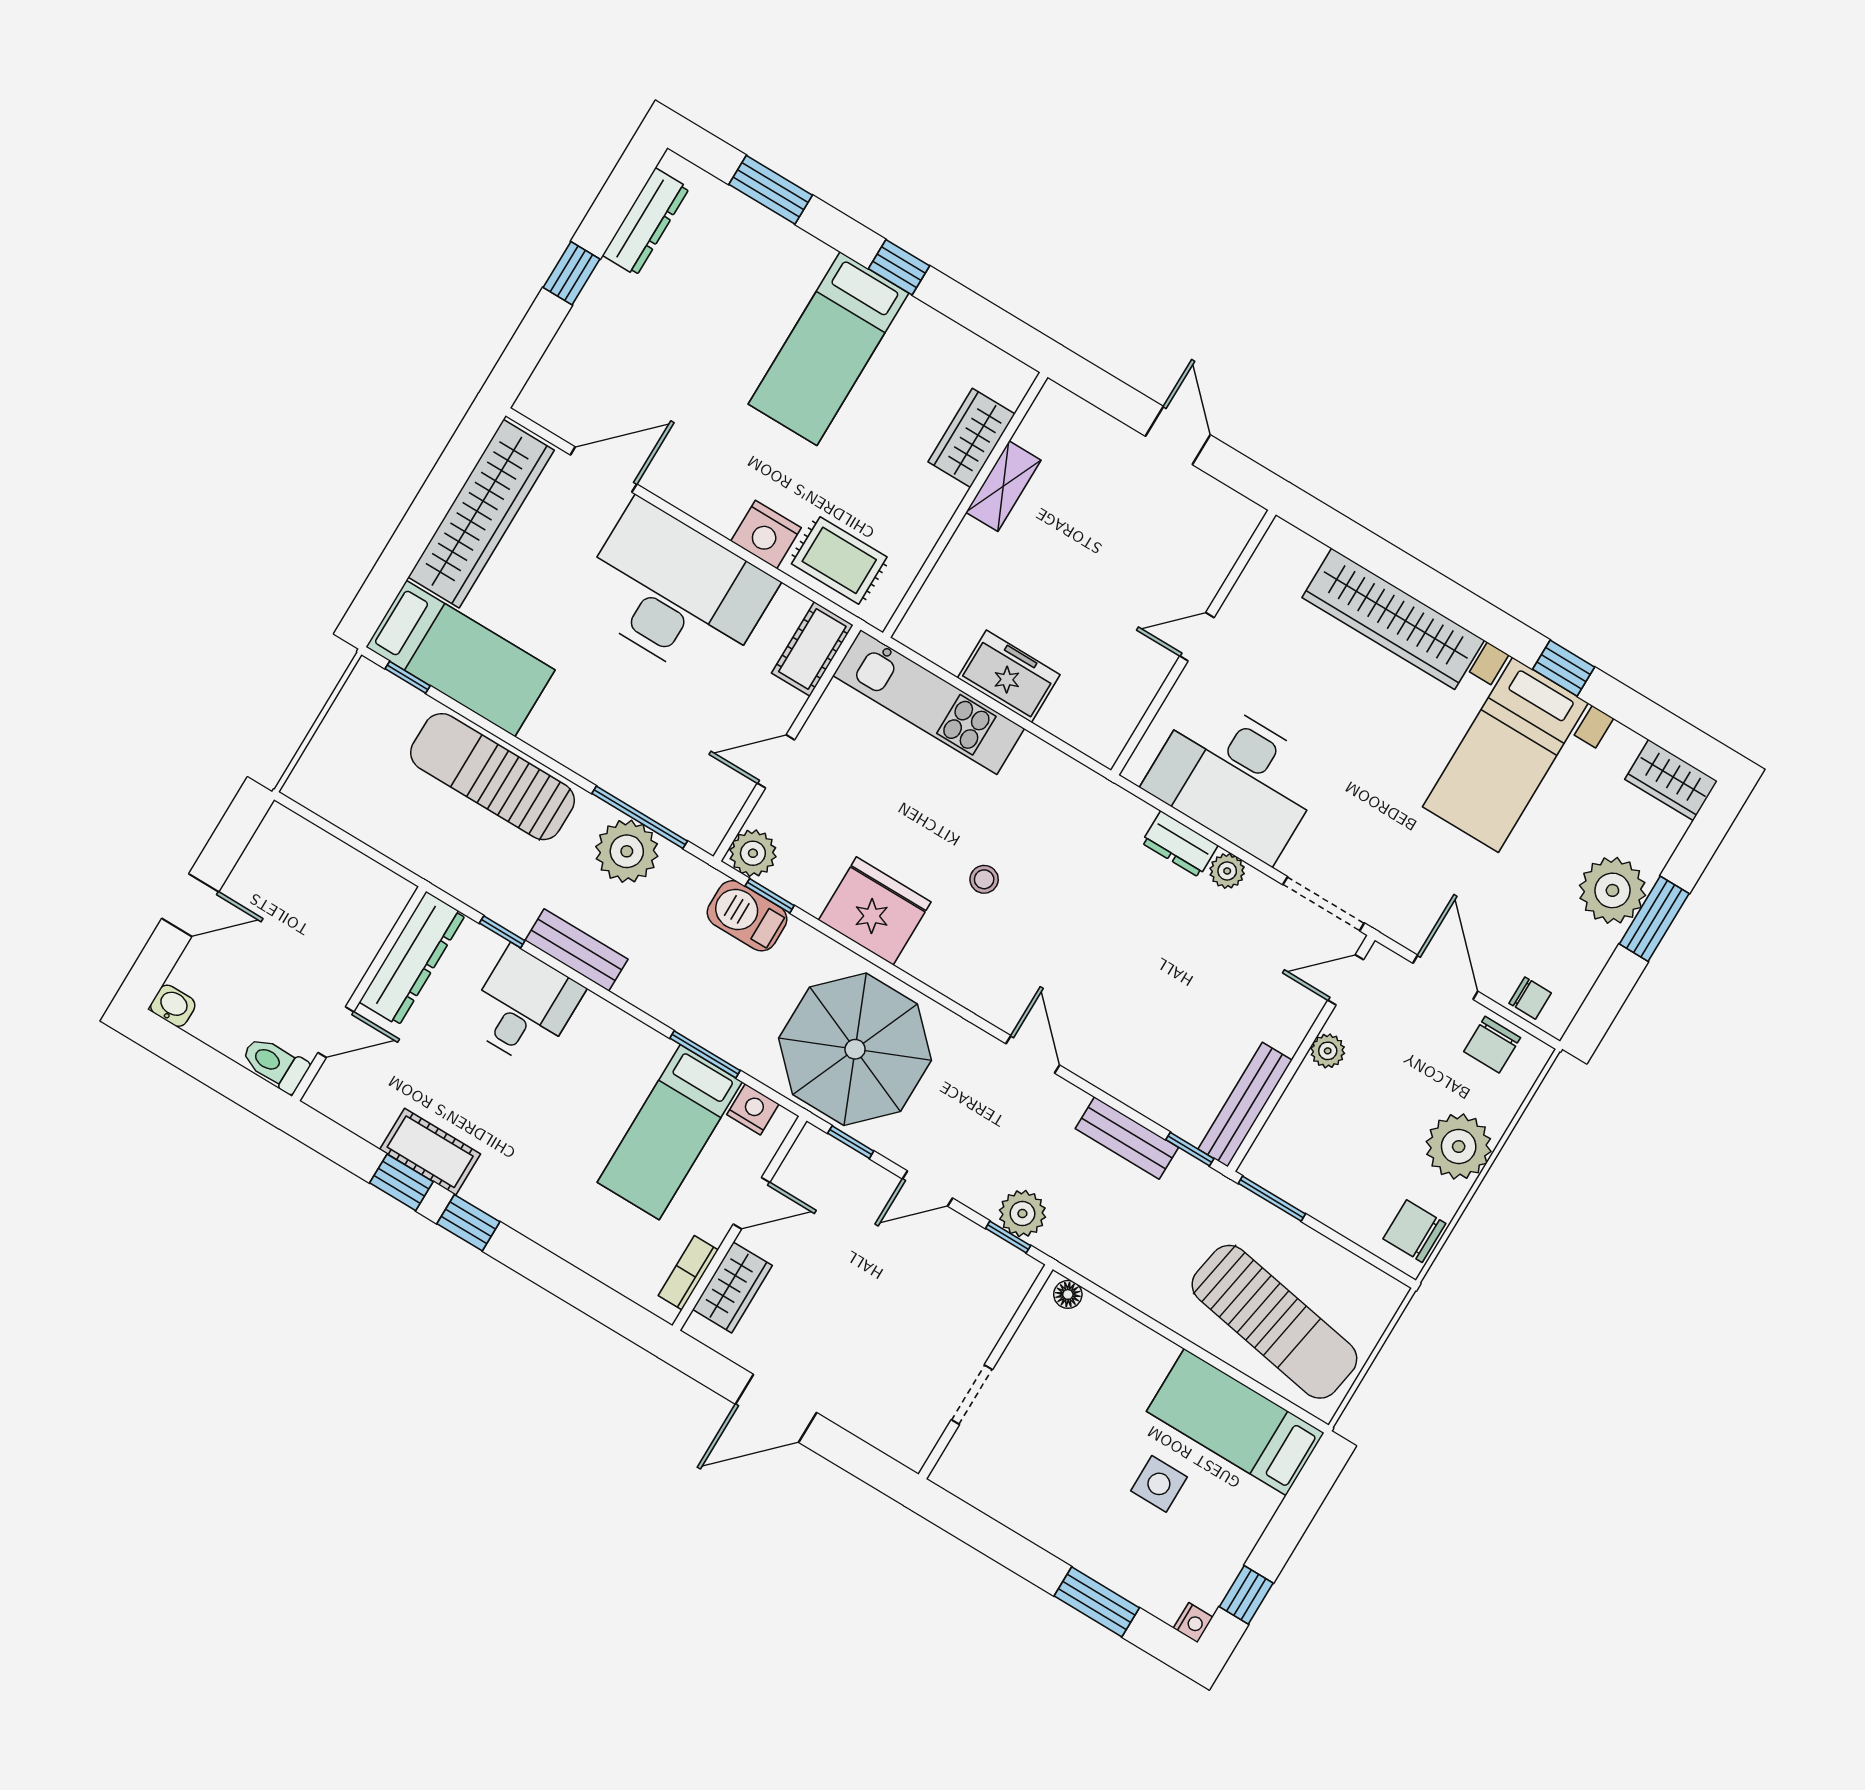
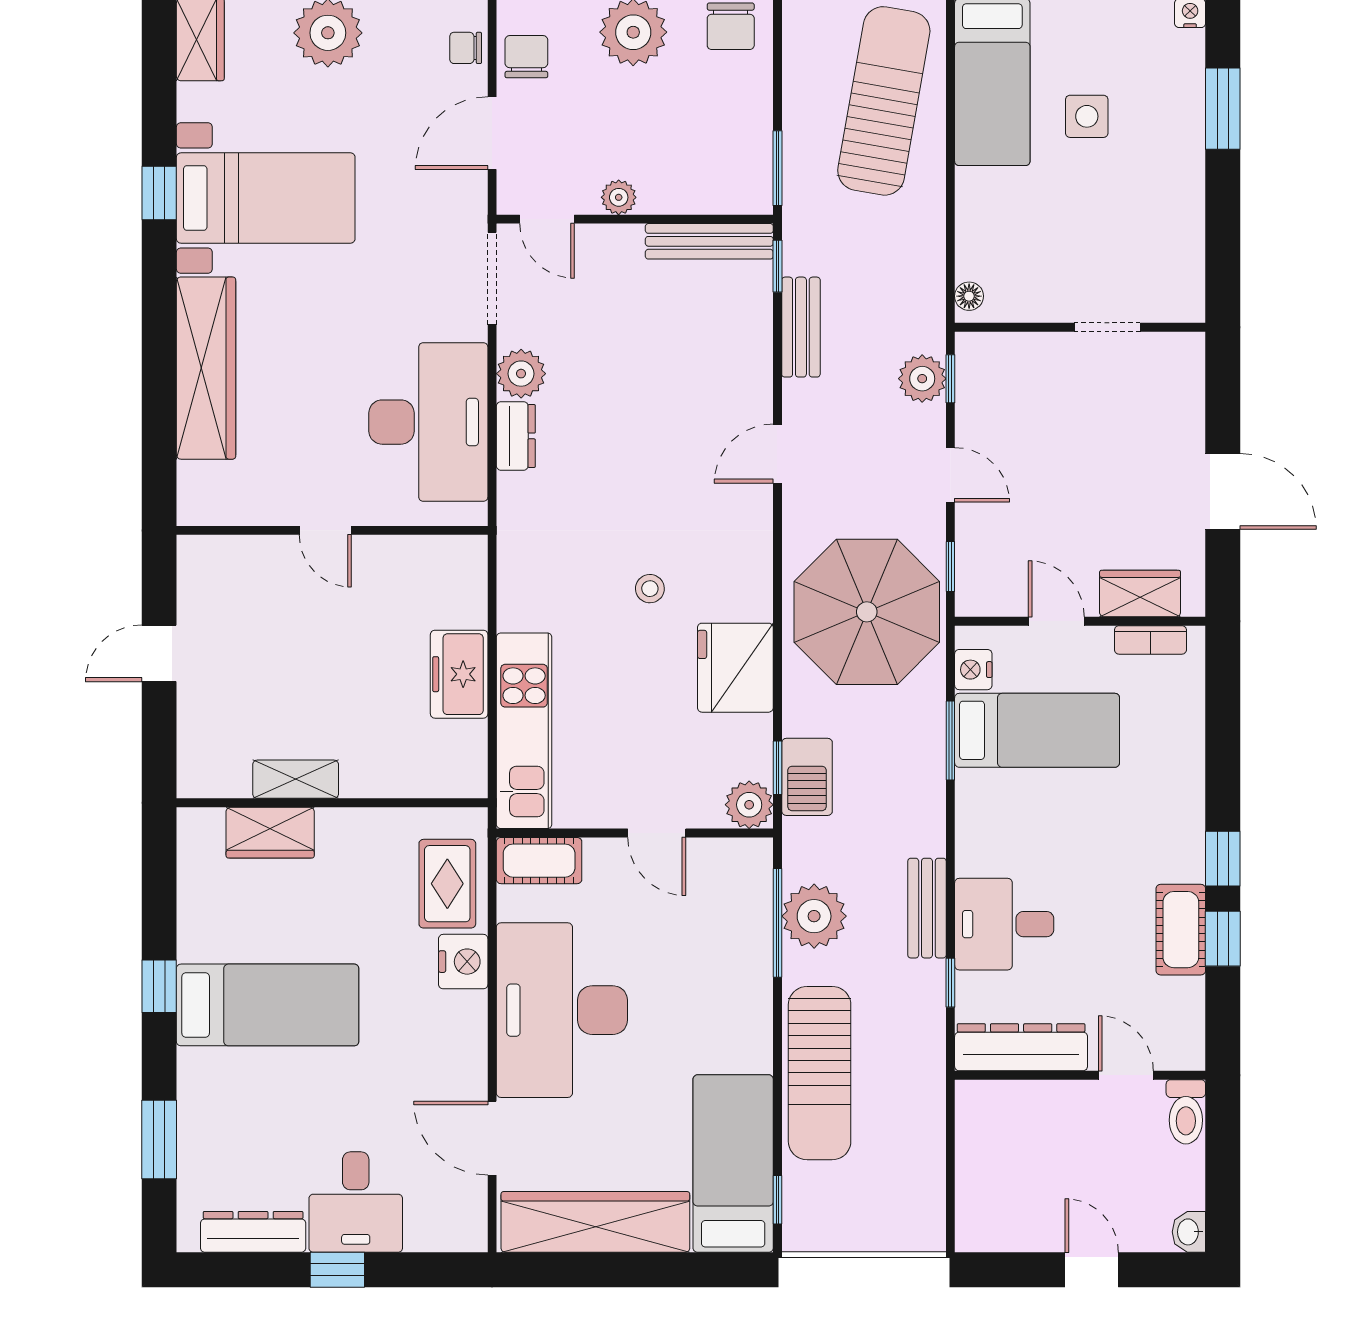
desk: (619, 323) -> (356, 1202), added
plant: (1227, 871) -> (521, 374), width x1.38, depth x1.38
chair: (1530, 998) -> (466, 48), turned -90
chair: (1492, 1045) -> (526, 57), turned -90

